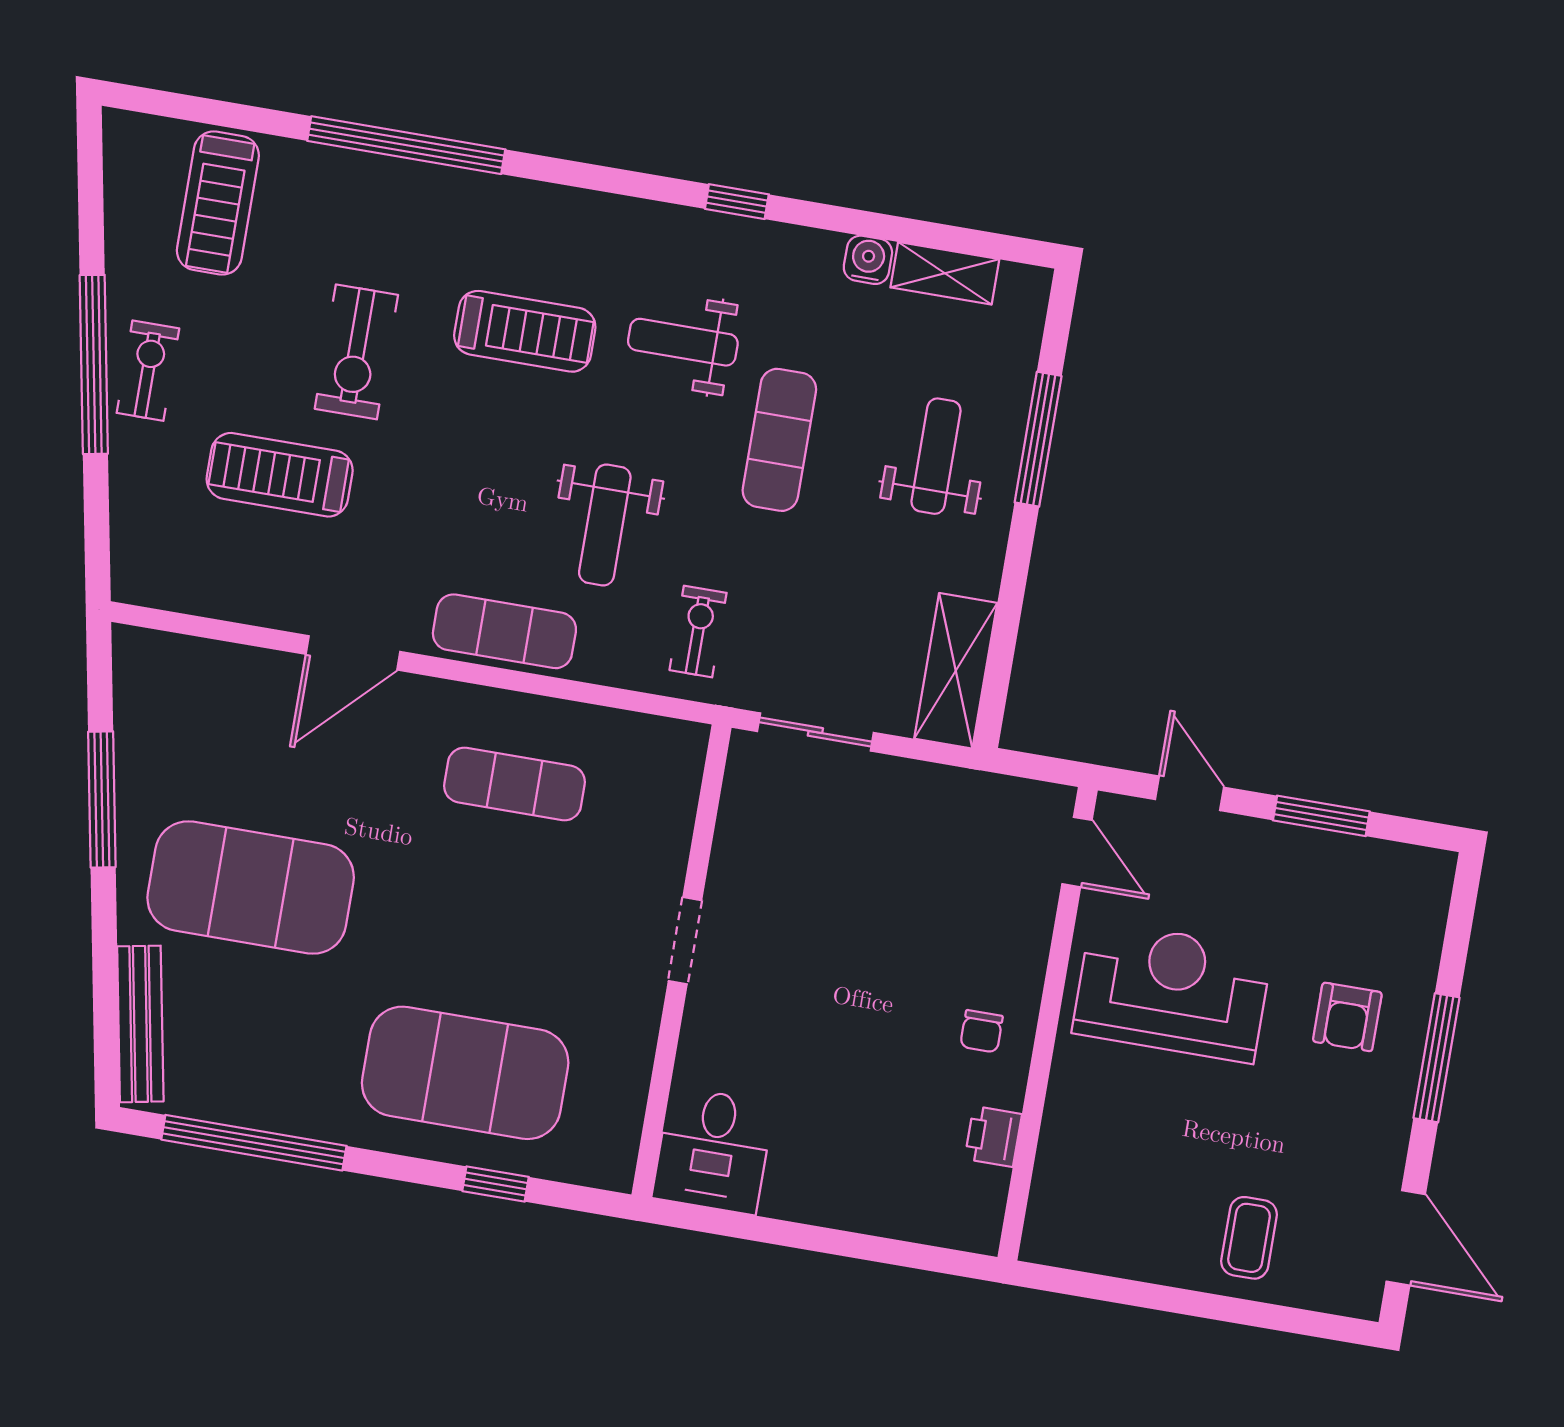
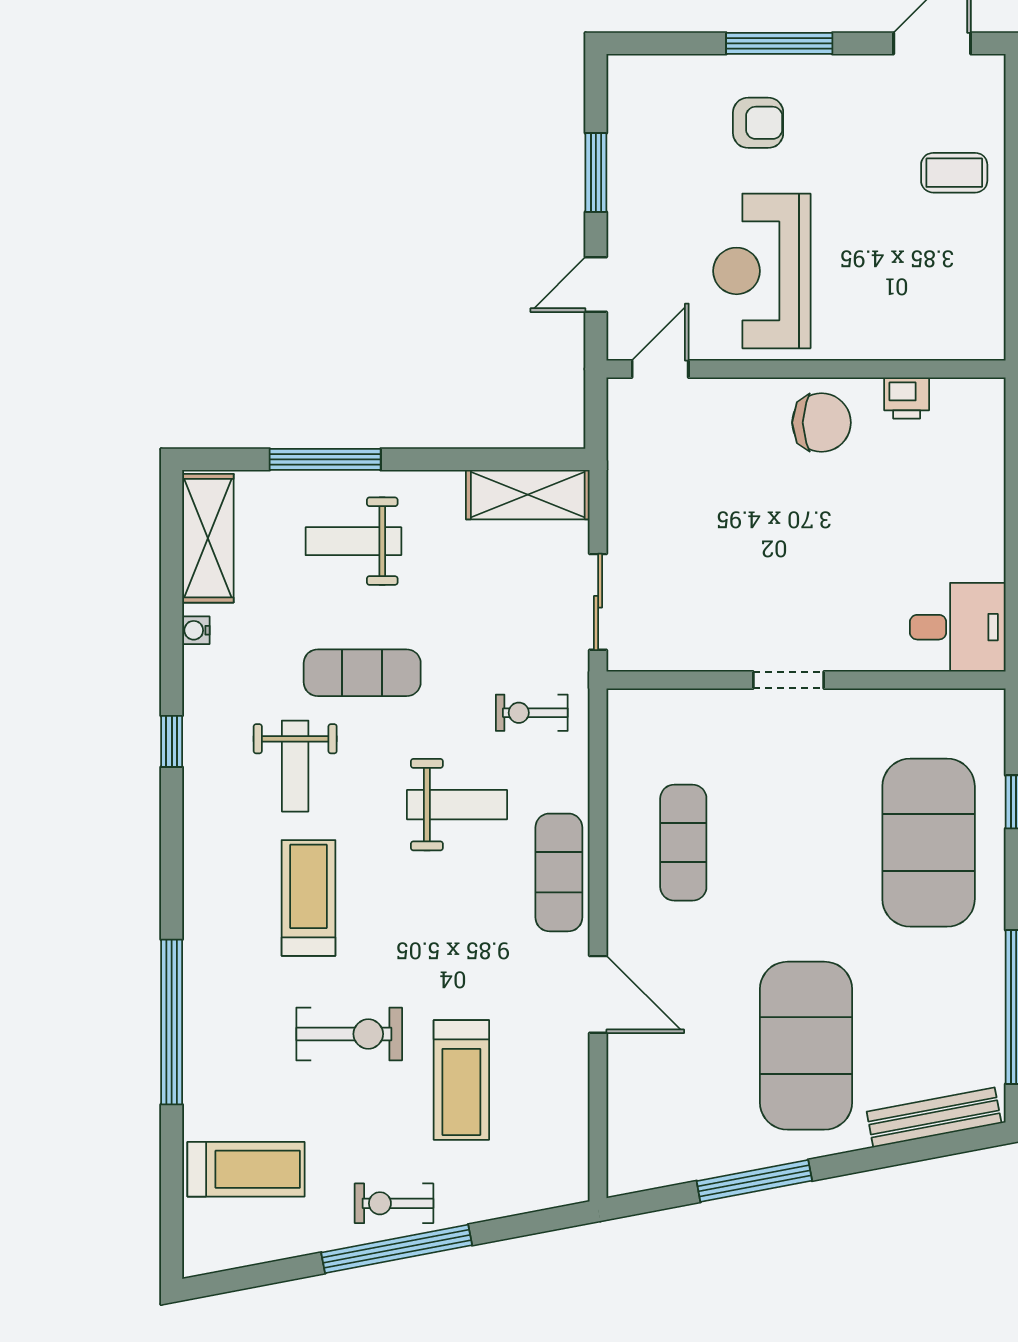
water cooler: (868, 260) -> (196, 630), width x0.72, depth x0.72
shelving: (945, 273) -> (208, 538), width x1.50, depth x1.33
chair: (981, 1031) -> (821, 423), width x1.87, depth x1.87

